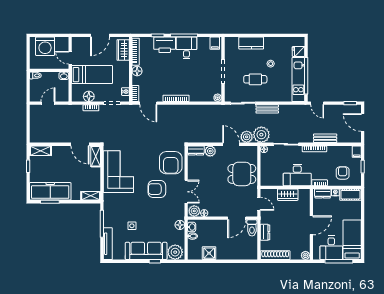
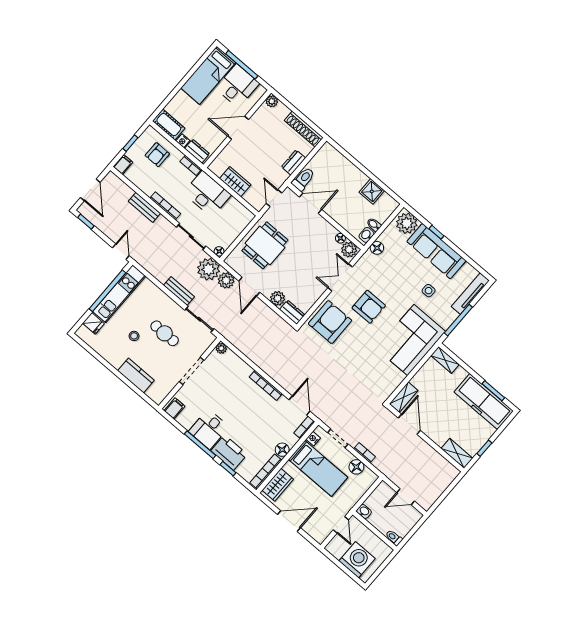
bed: (92, 75) -> (318, 468), moved, turned 180
corner sofa: (118, 172) -> (411, 340), moved
dining table: (242, 174) -> (265, 245), turned 90

